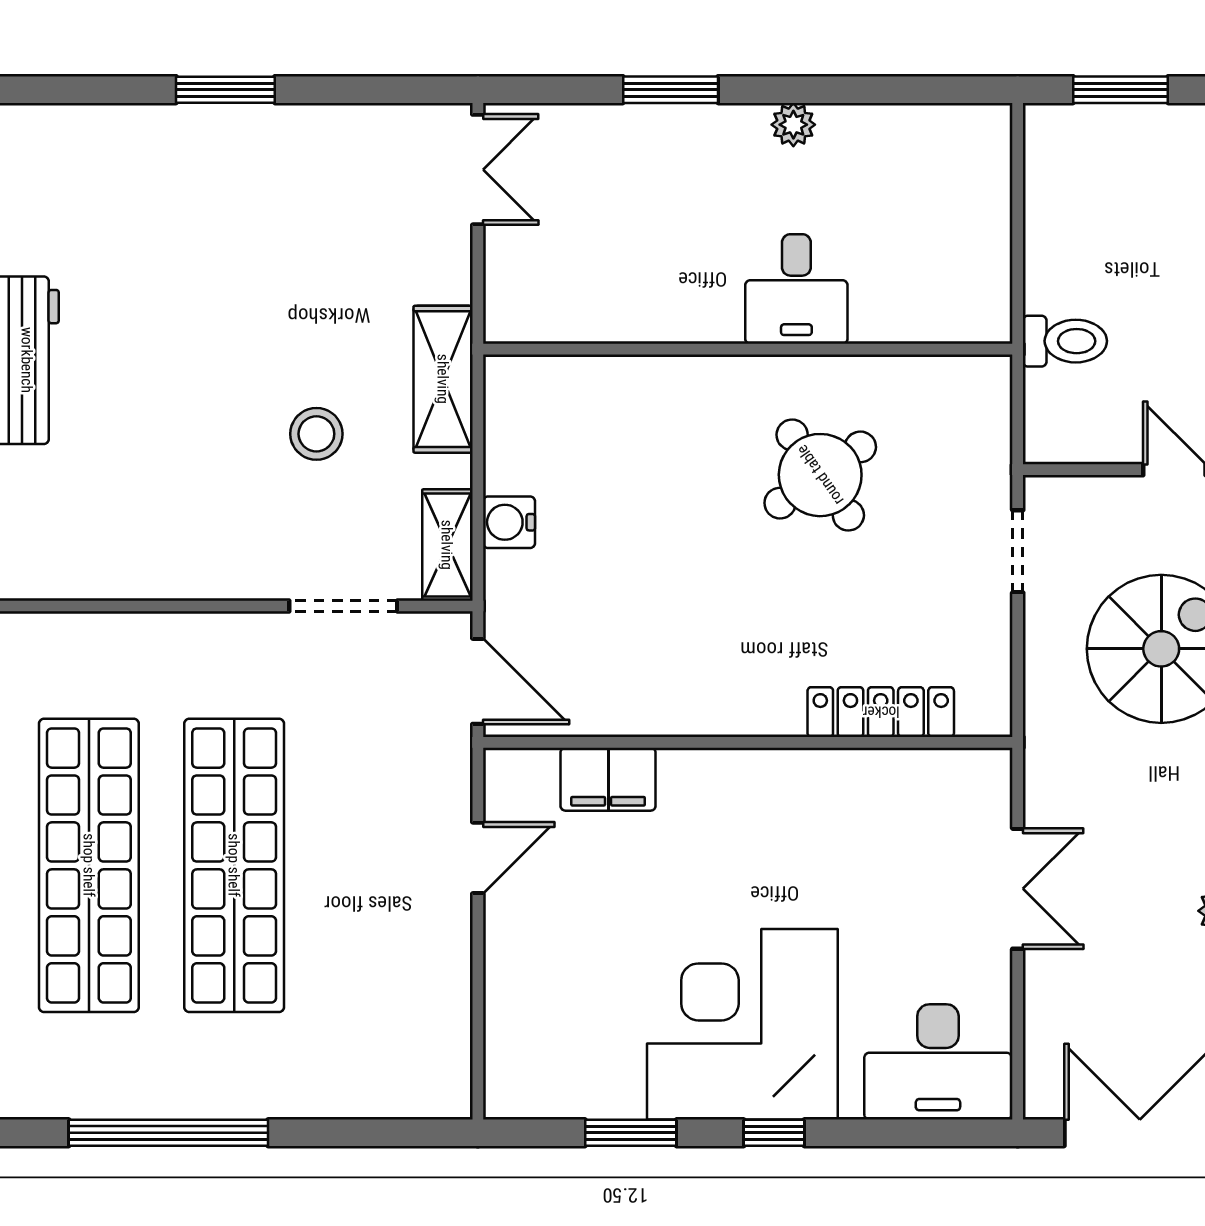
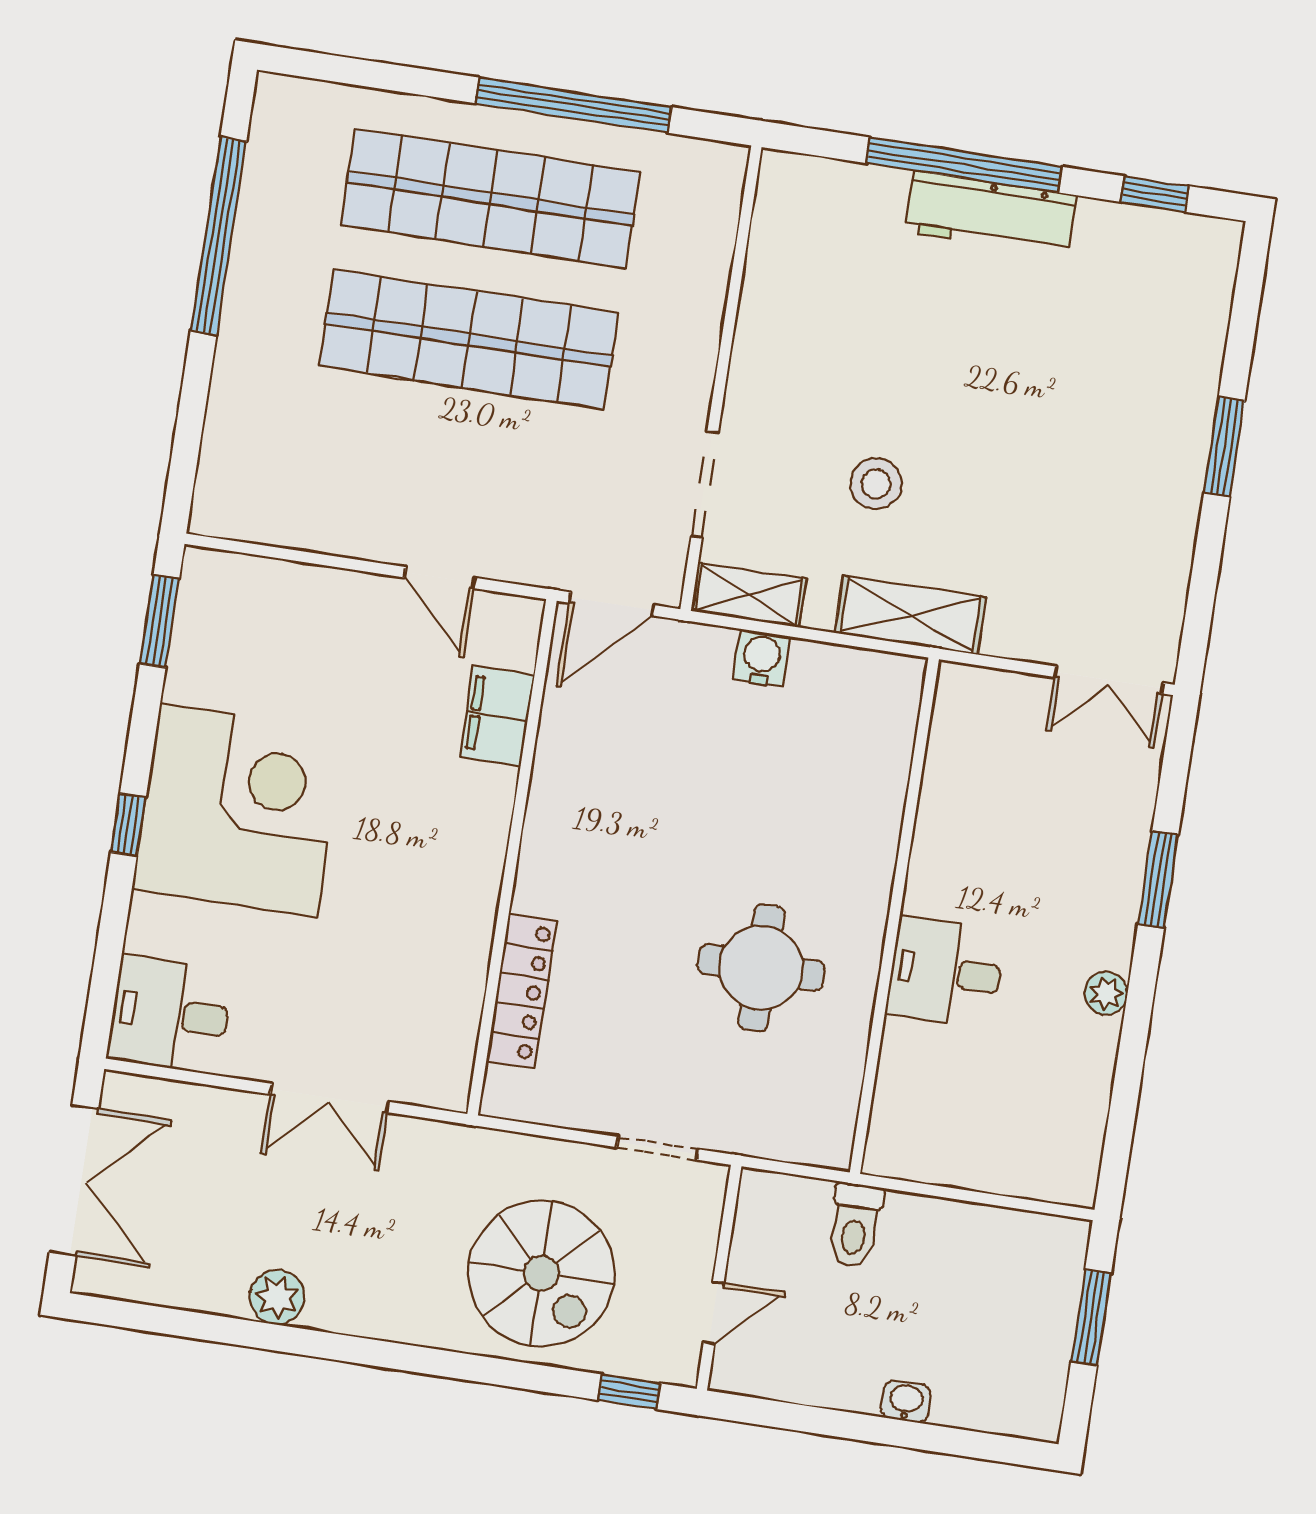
round table: (820, 475) -> (761, 968), turned 35
desk: (938, 1062) -> (170, 1014), width x0.73
window: (631, 1133) -> (160, 621), moved

